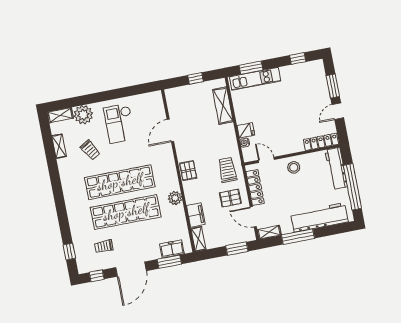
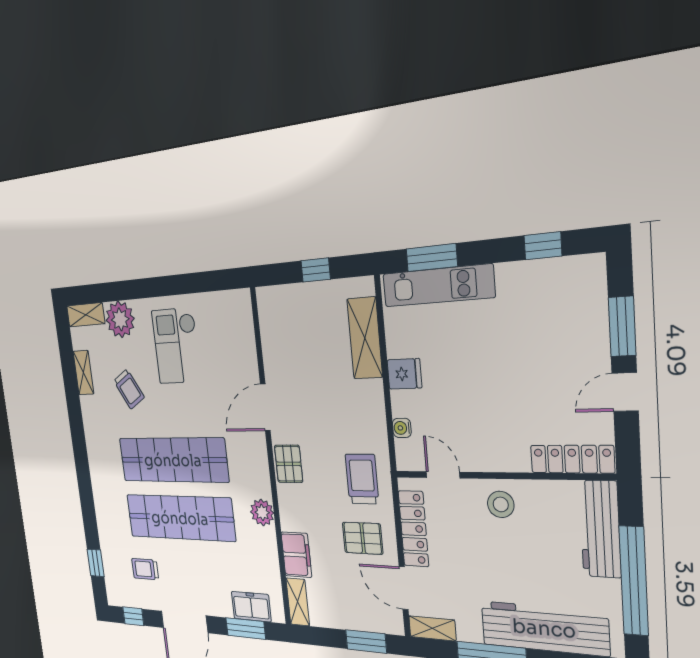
door: (170, 130) -> (265, 407), moved
fridge: (246, 130) -> (404, 374), moved

